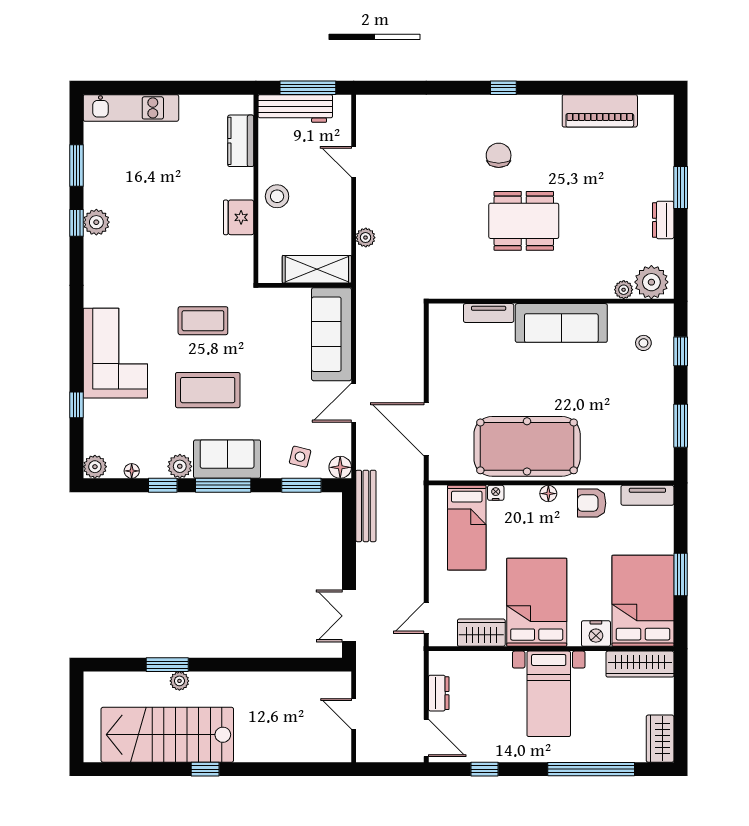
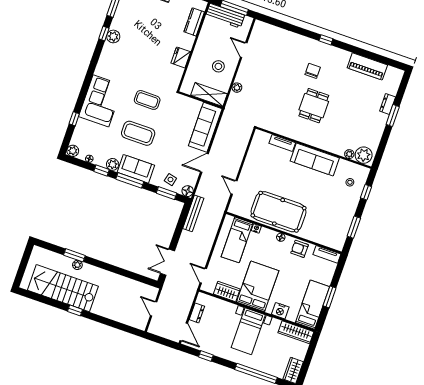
stool: (277, 196) -> (218, 66), moved
dresser: (663, 220) -> (388, 104), moved
dining table: (524, 221) -> (314, 106), width x0.73
door: (426, 429) -> (234, 187), width x0.53
bed: (643, 601) -> (312, 305), width x0.67
door: (426, 618) -> (203, 276), hinge flipped

